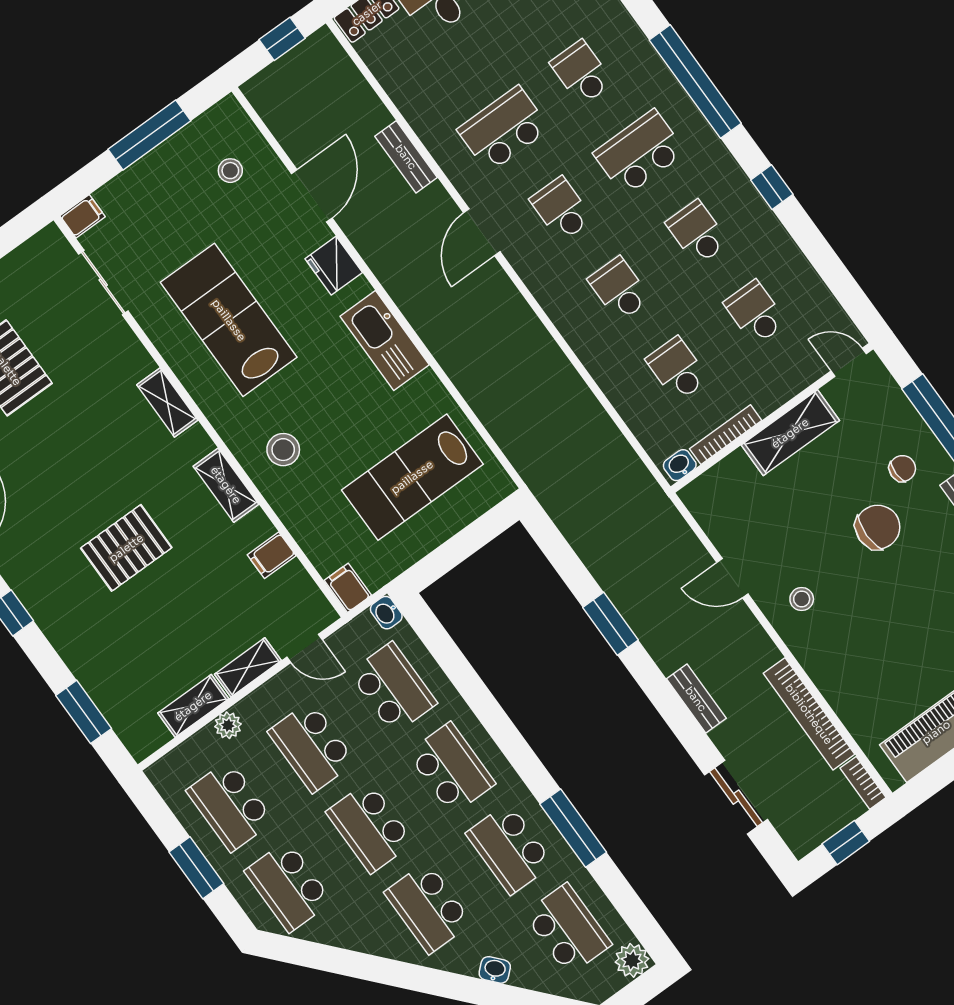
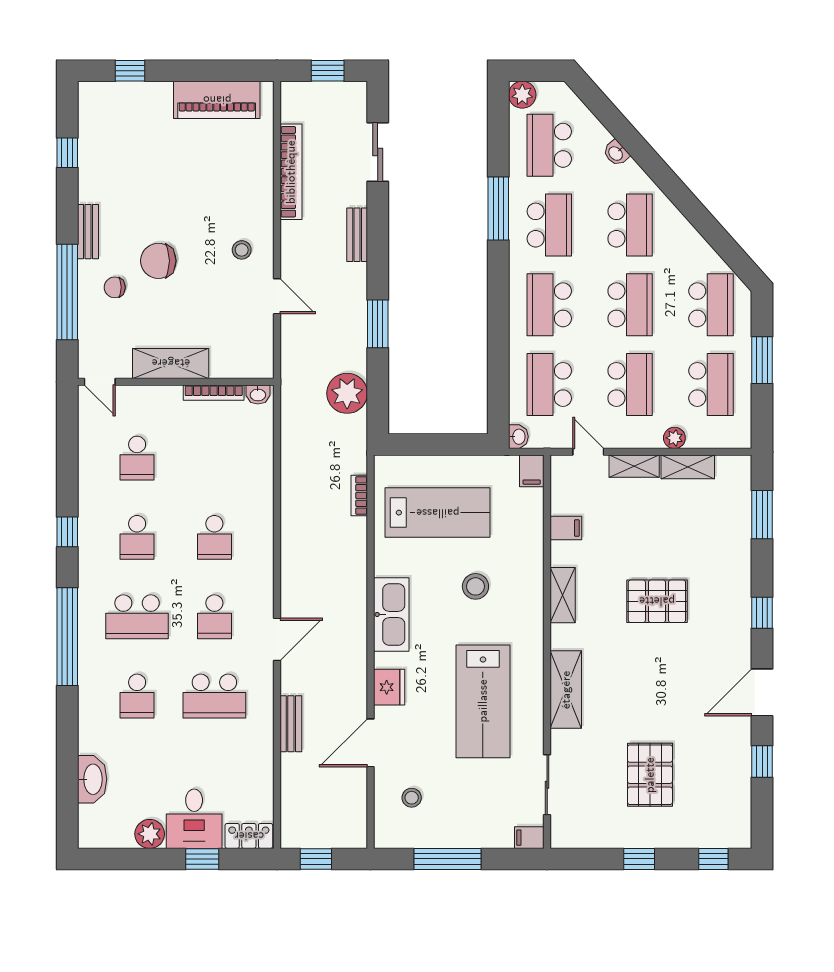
school desk: (677, 369) -> (214, 458), removed
shelving: (167, 402) -> (566, 690), width x1.50, depth x1.33
stool: (283, 450) -> (475, 586), moved
plant: (591, 531) -> (347, 393), added
bookcase: (863, 783) -> (359, 495), moved, turned 180

